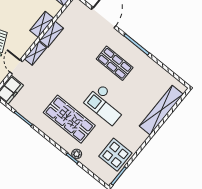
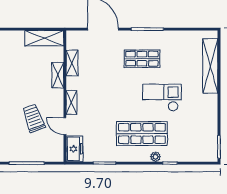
shelving: (51, 34) -> (72, 63), moved
checkout: (106, 104) -> (162, 98), turned 180
plant: (77, 154) -> (155, 157), moved
display table: (115, 155) -> (202, 132), removed

